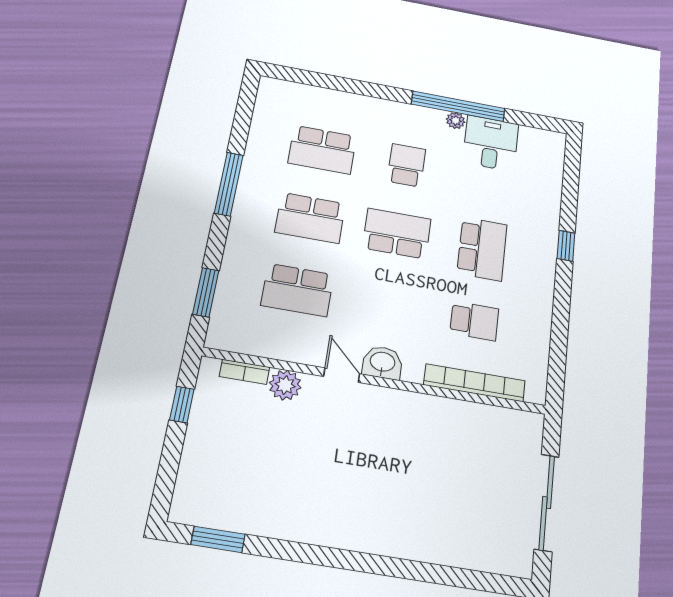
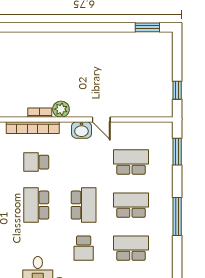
school desk: (397, 233) -> (84, 205), turned -90
bookcase: (244, 372) -> (40, 113), moved
plant: (285, 385) -> (61, 109), moved

